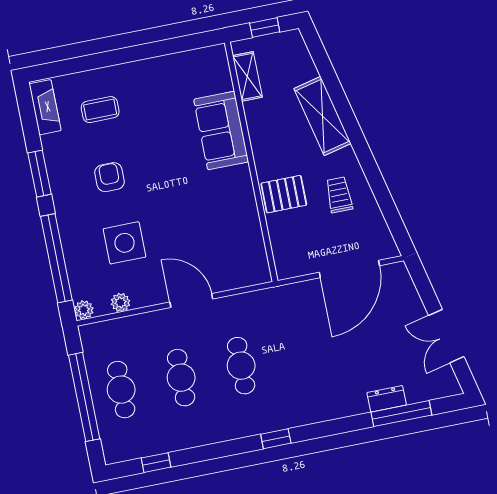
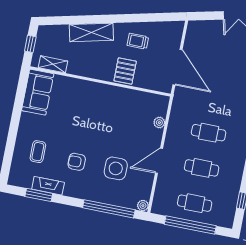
fireplace: (45, 107) -> (48, 186), moved
sofa: (221, 131) -> (38, 92), moved, turned -90
window: (39, 174) -> (39, 195), moved
door: (349, 269) -> (177, 67), moved
door: (191, 301) -> (159, 161), moved
plant: (121, 302) -> (159, 123), moved

